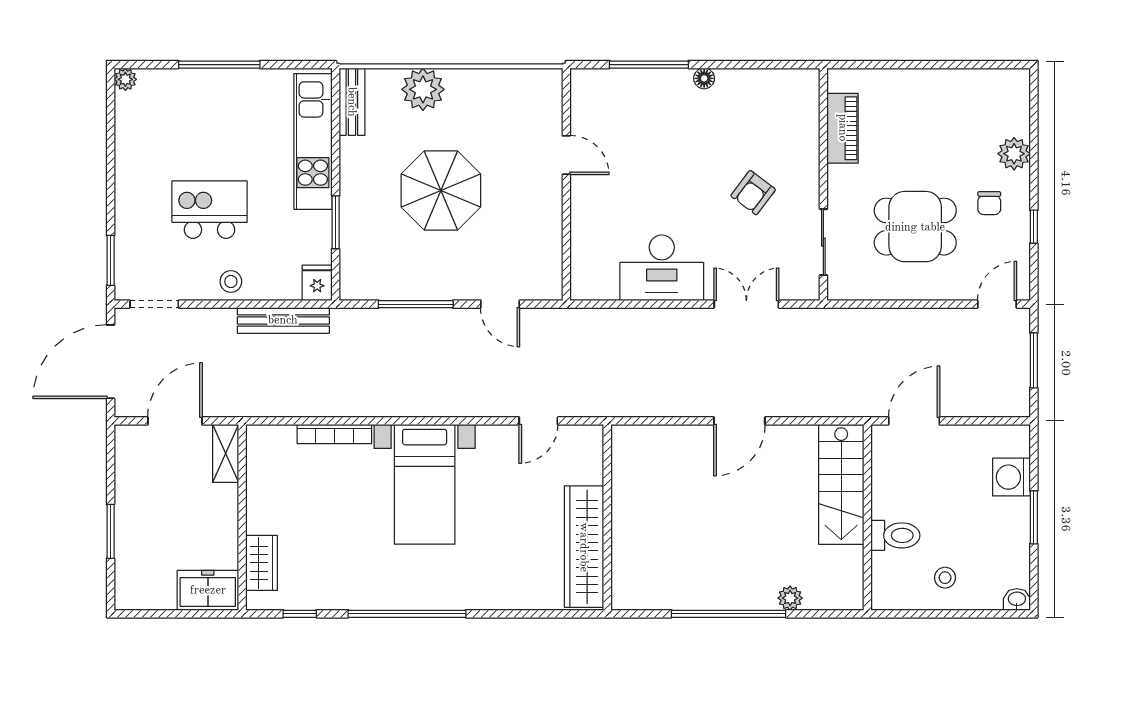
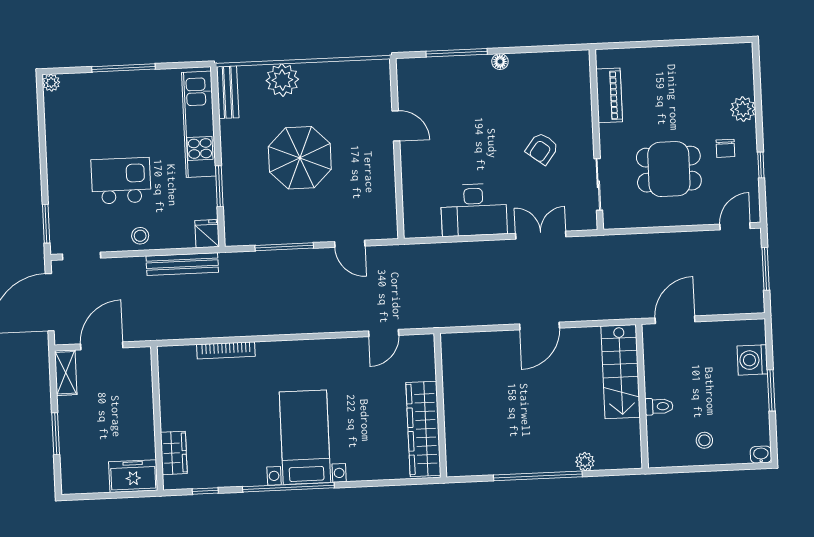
shelving: (226, 453) -> (66, 373), moved
bed with nightstands: (425, 484) -> (305, 437), moved, turned 180
toilet: (895, 535) -> (659, 406), width x0.73, depth x0.72

